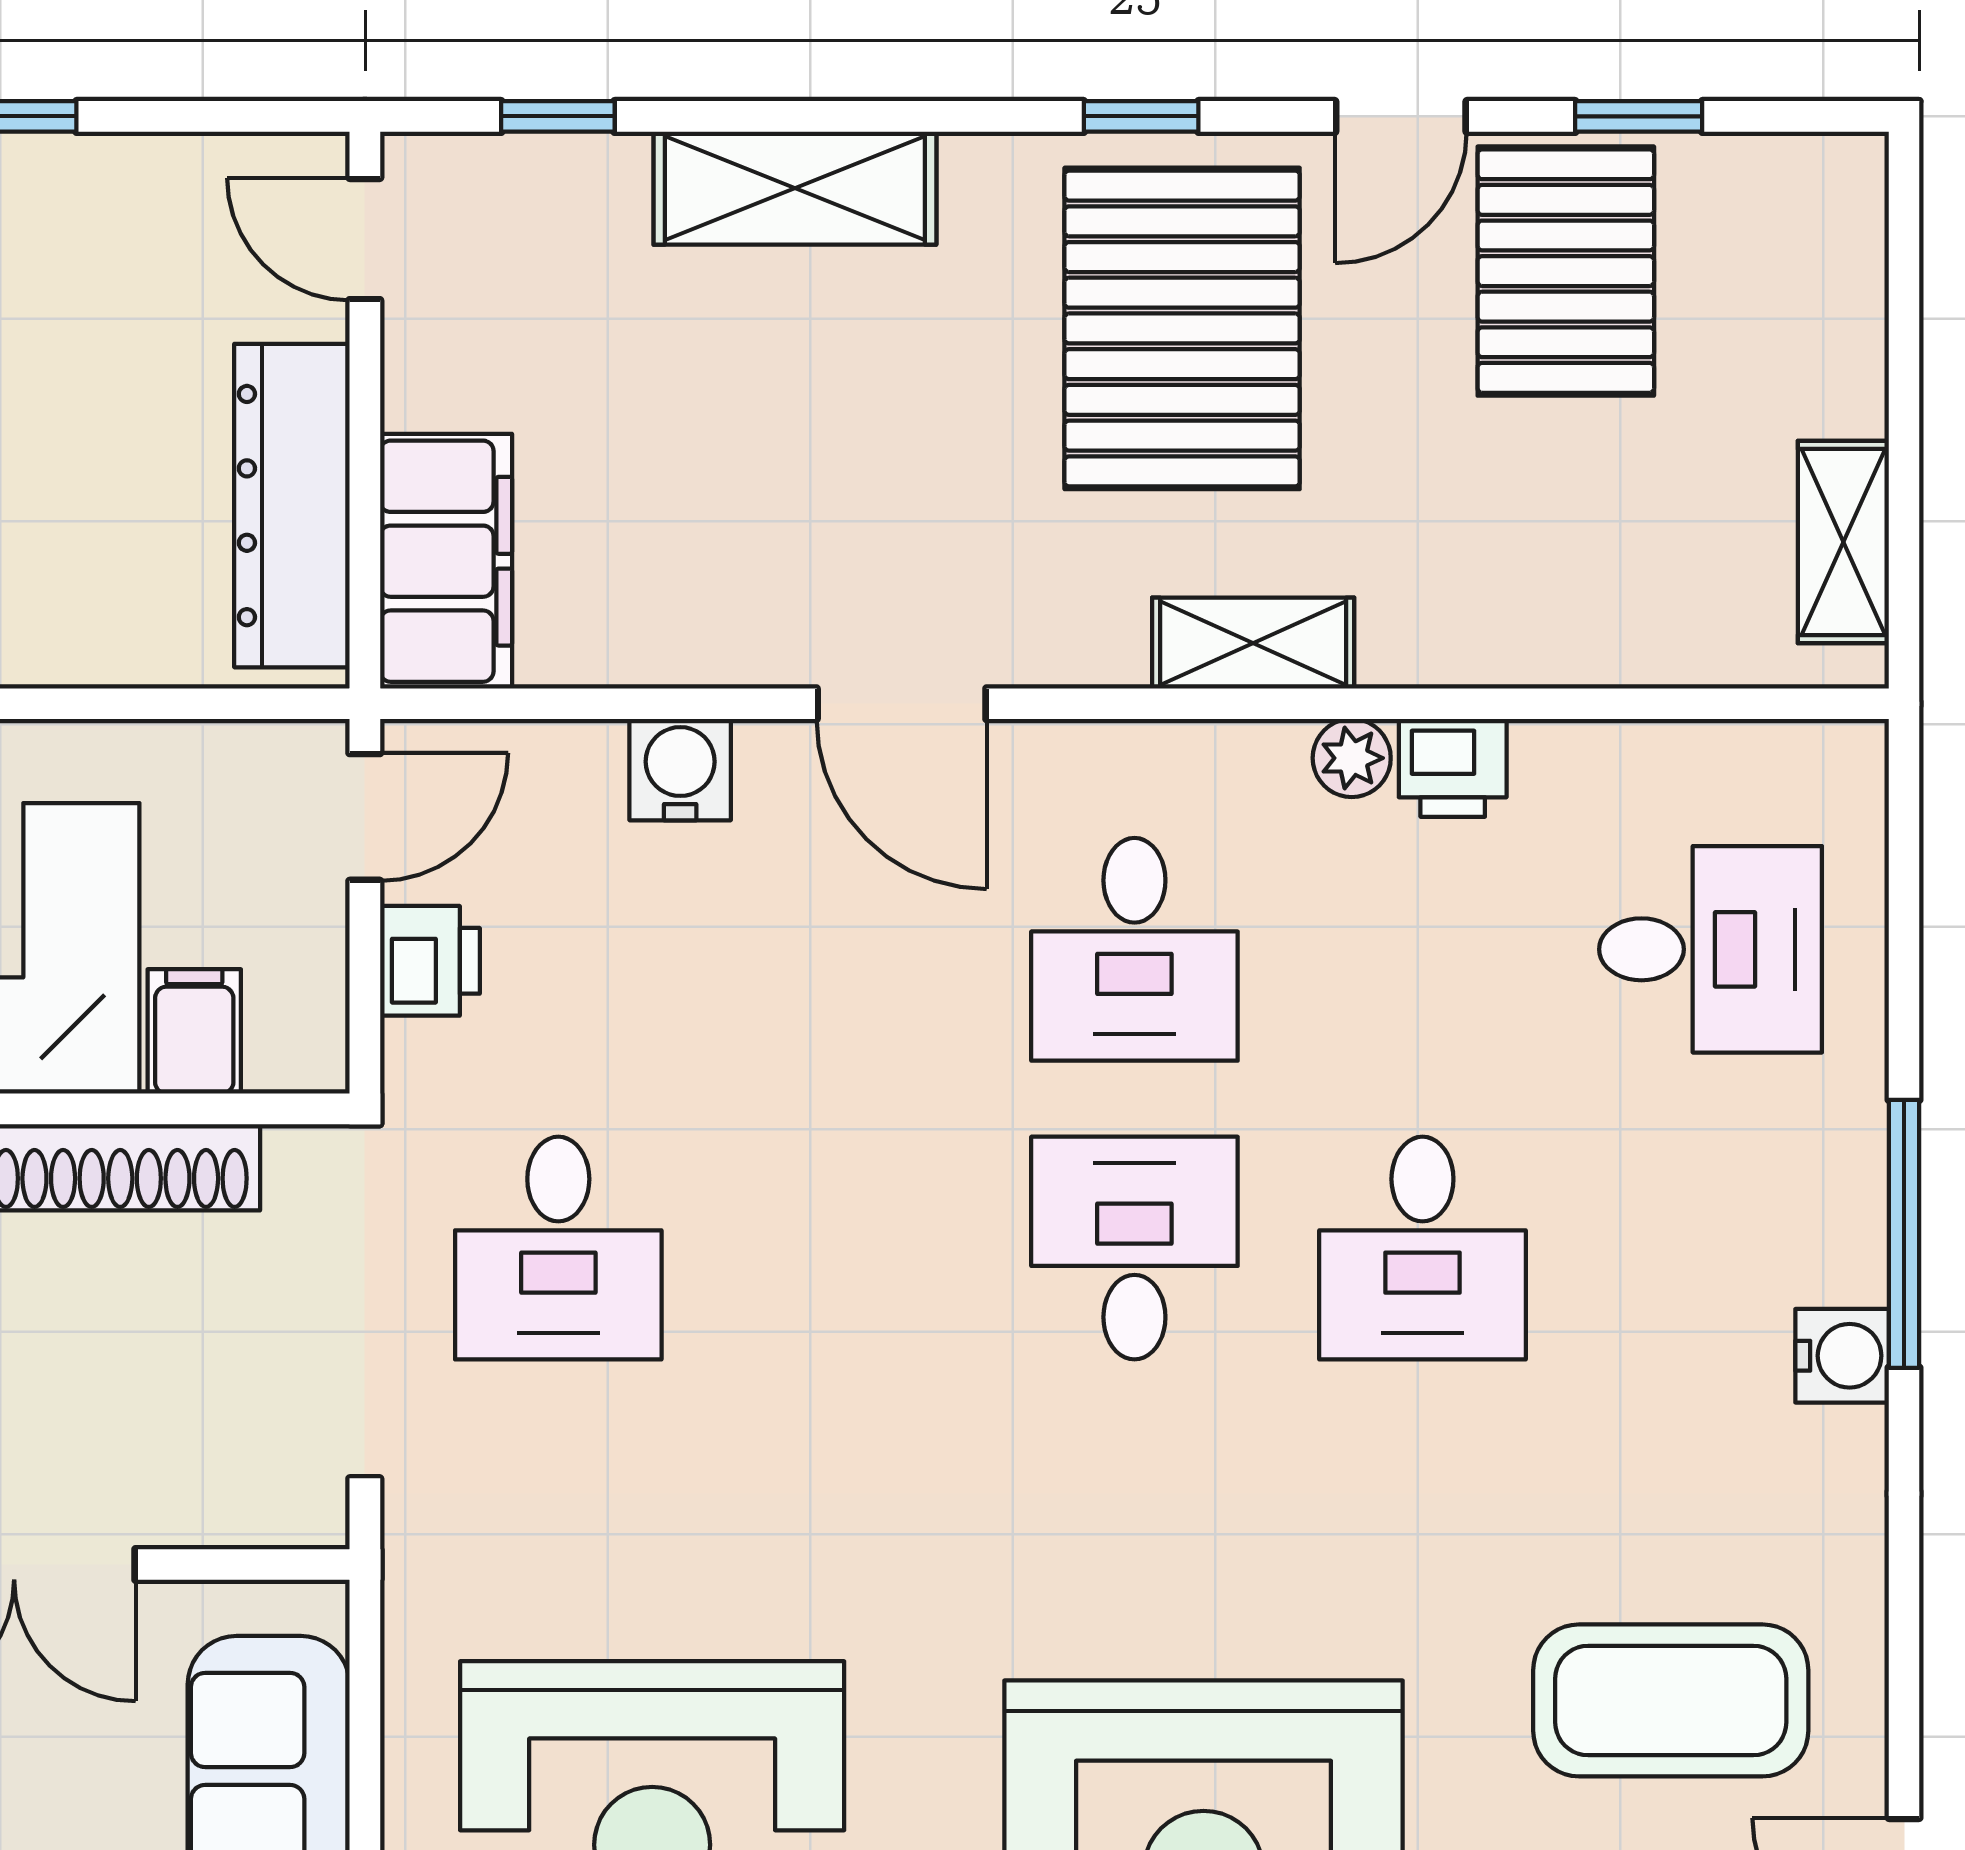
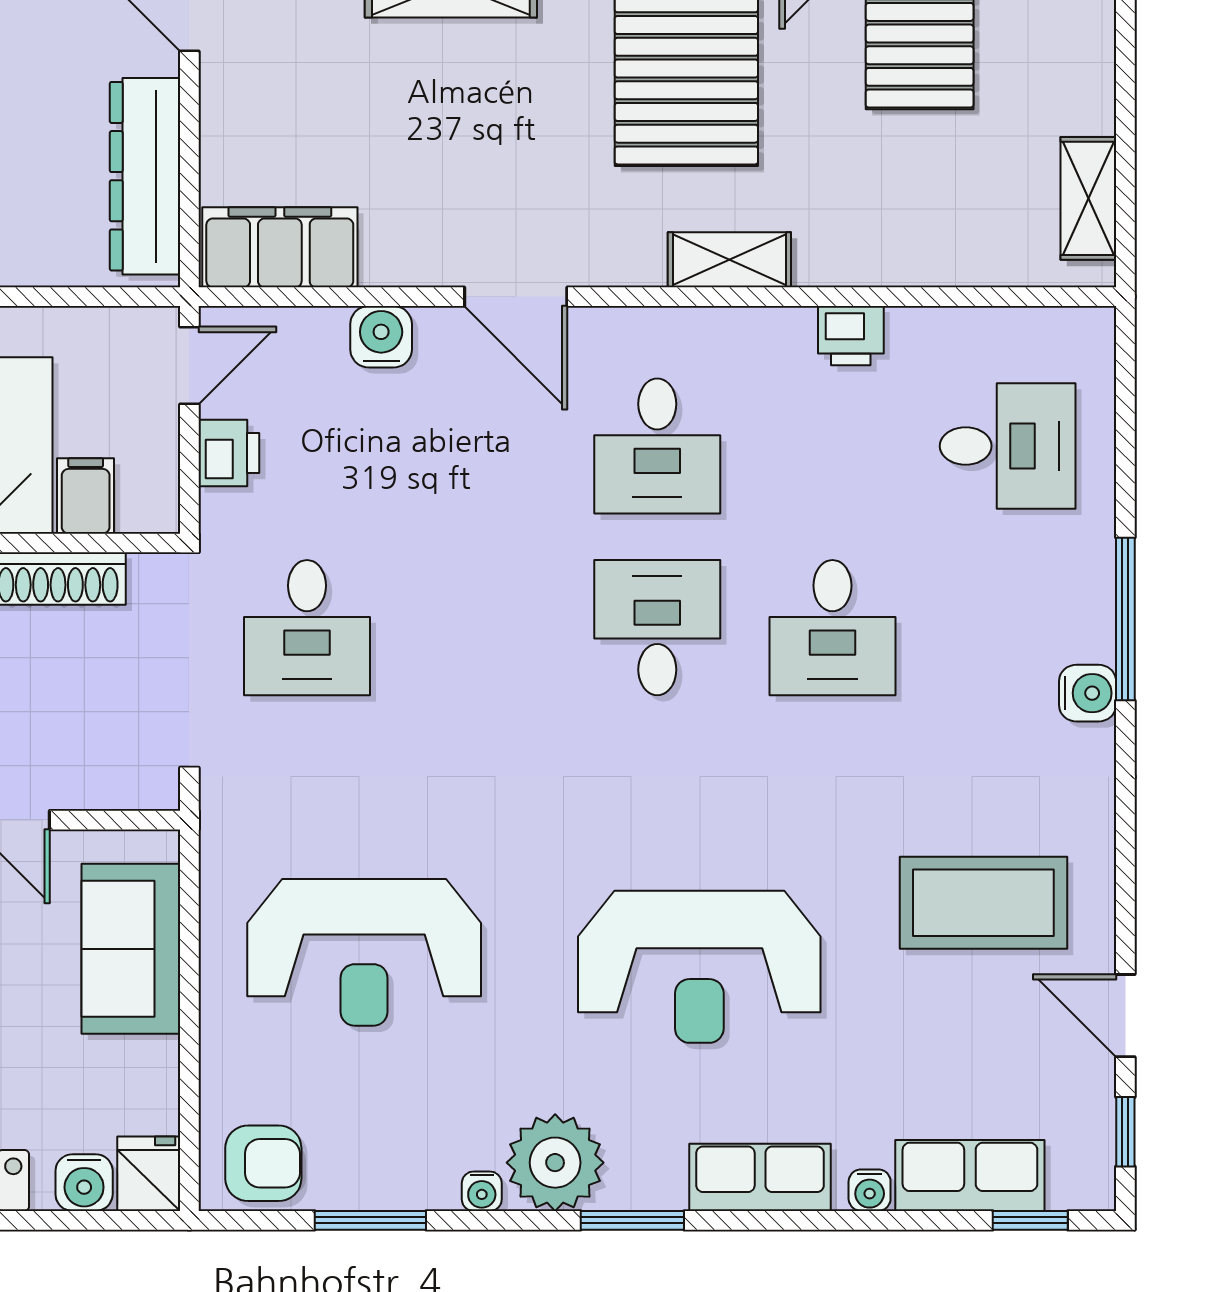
filing cabinet: (446, 561) -> (280, 247), moved, turned -90
plant: (1352, 758) -> (789, 330), removed

